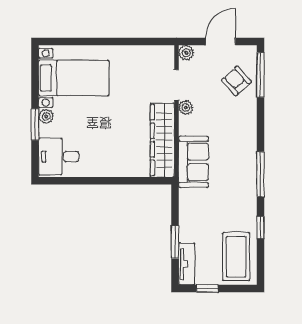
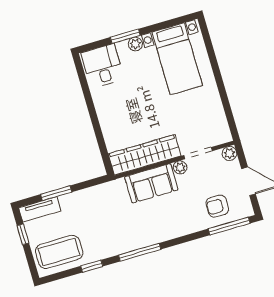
armchair: (237, 81) -> (217, 206), turned -138
sofa: (193, 162) -> (151, 183), moved

